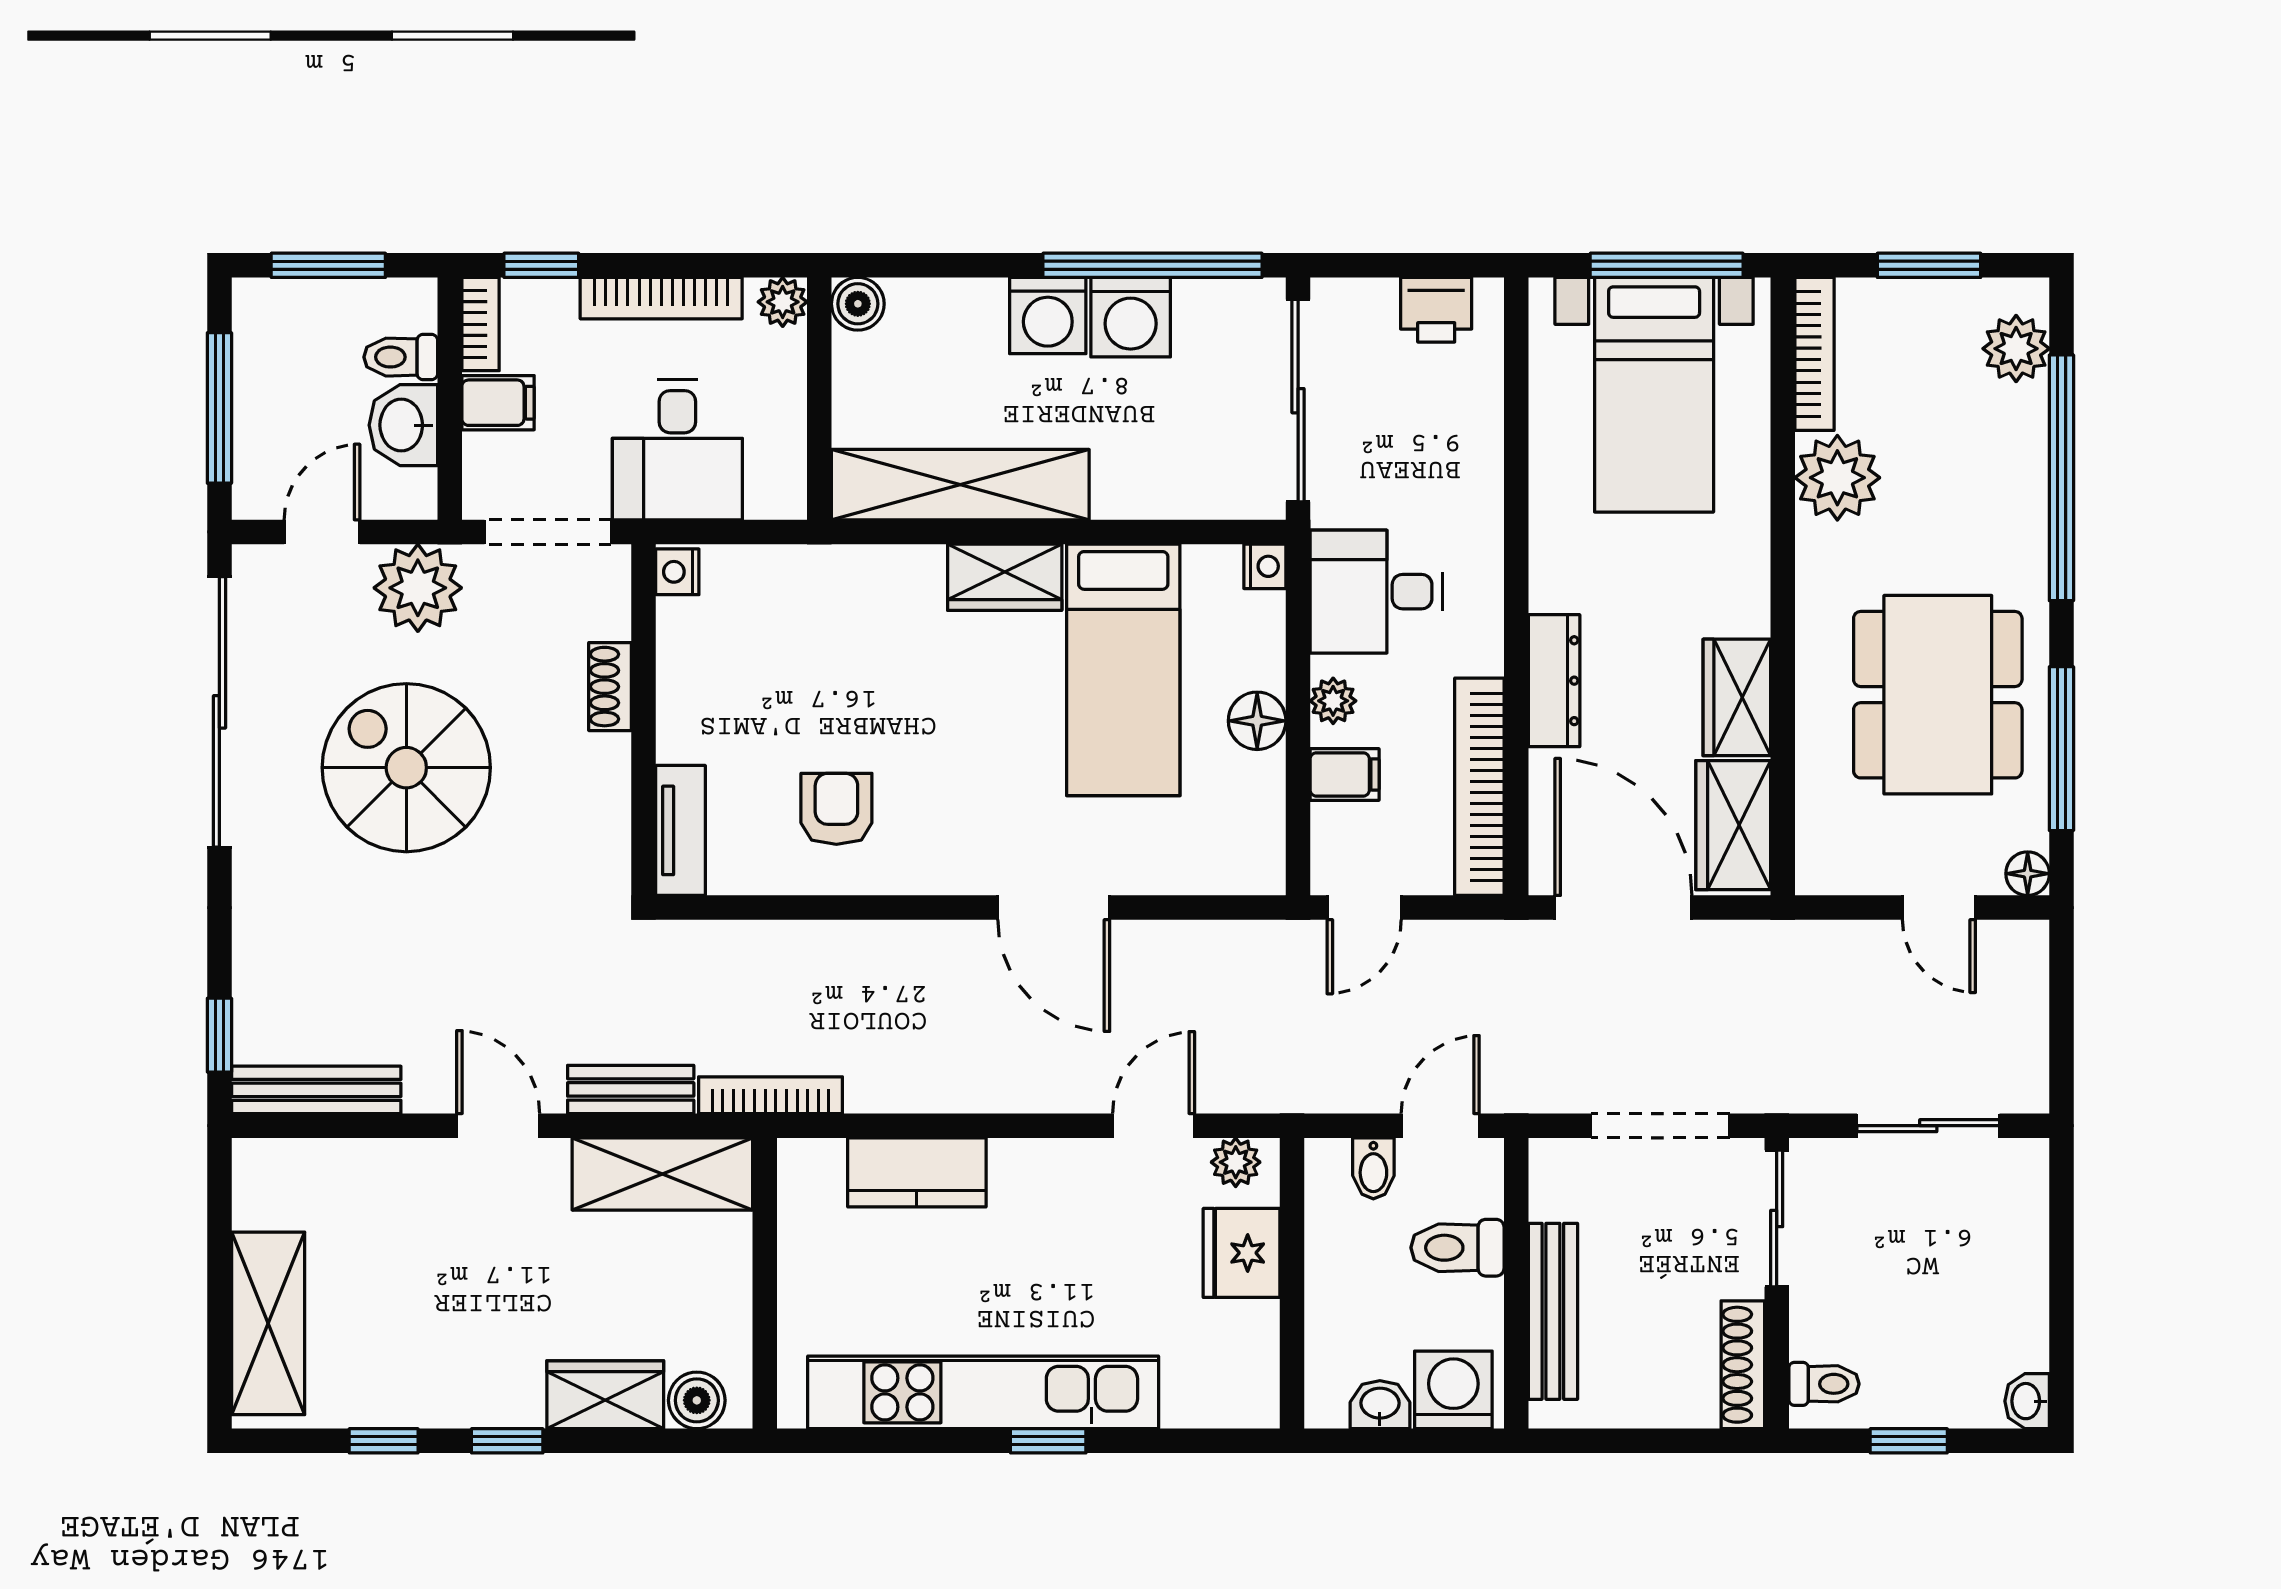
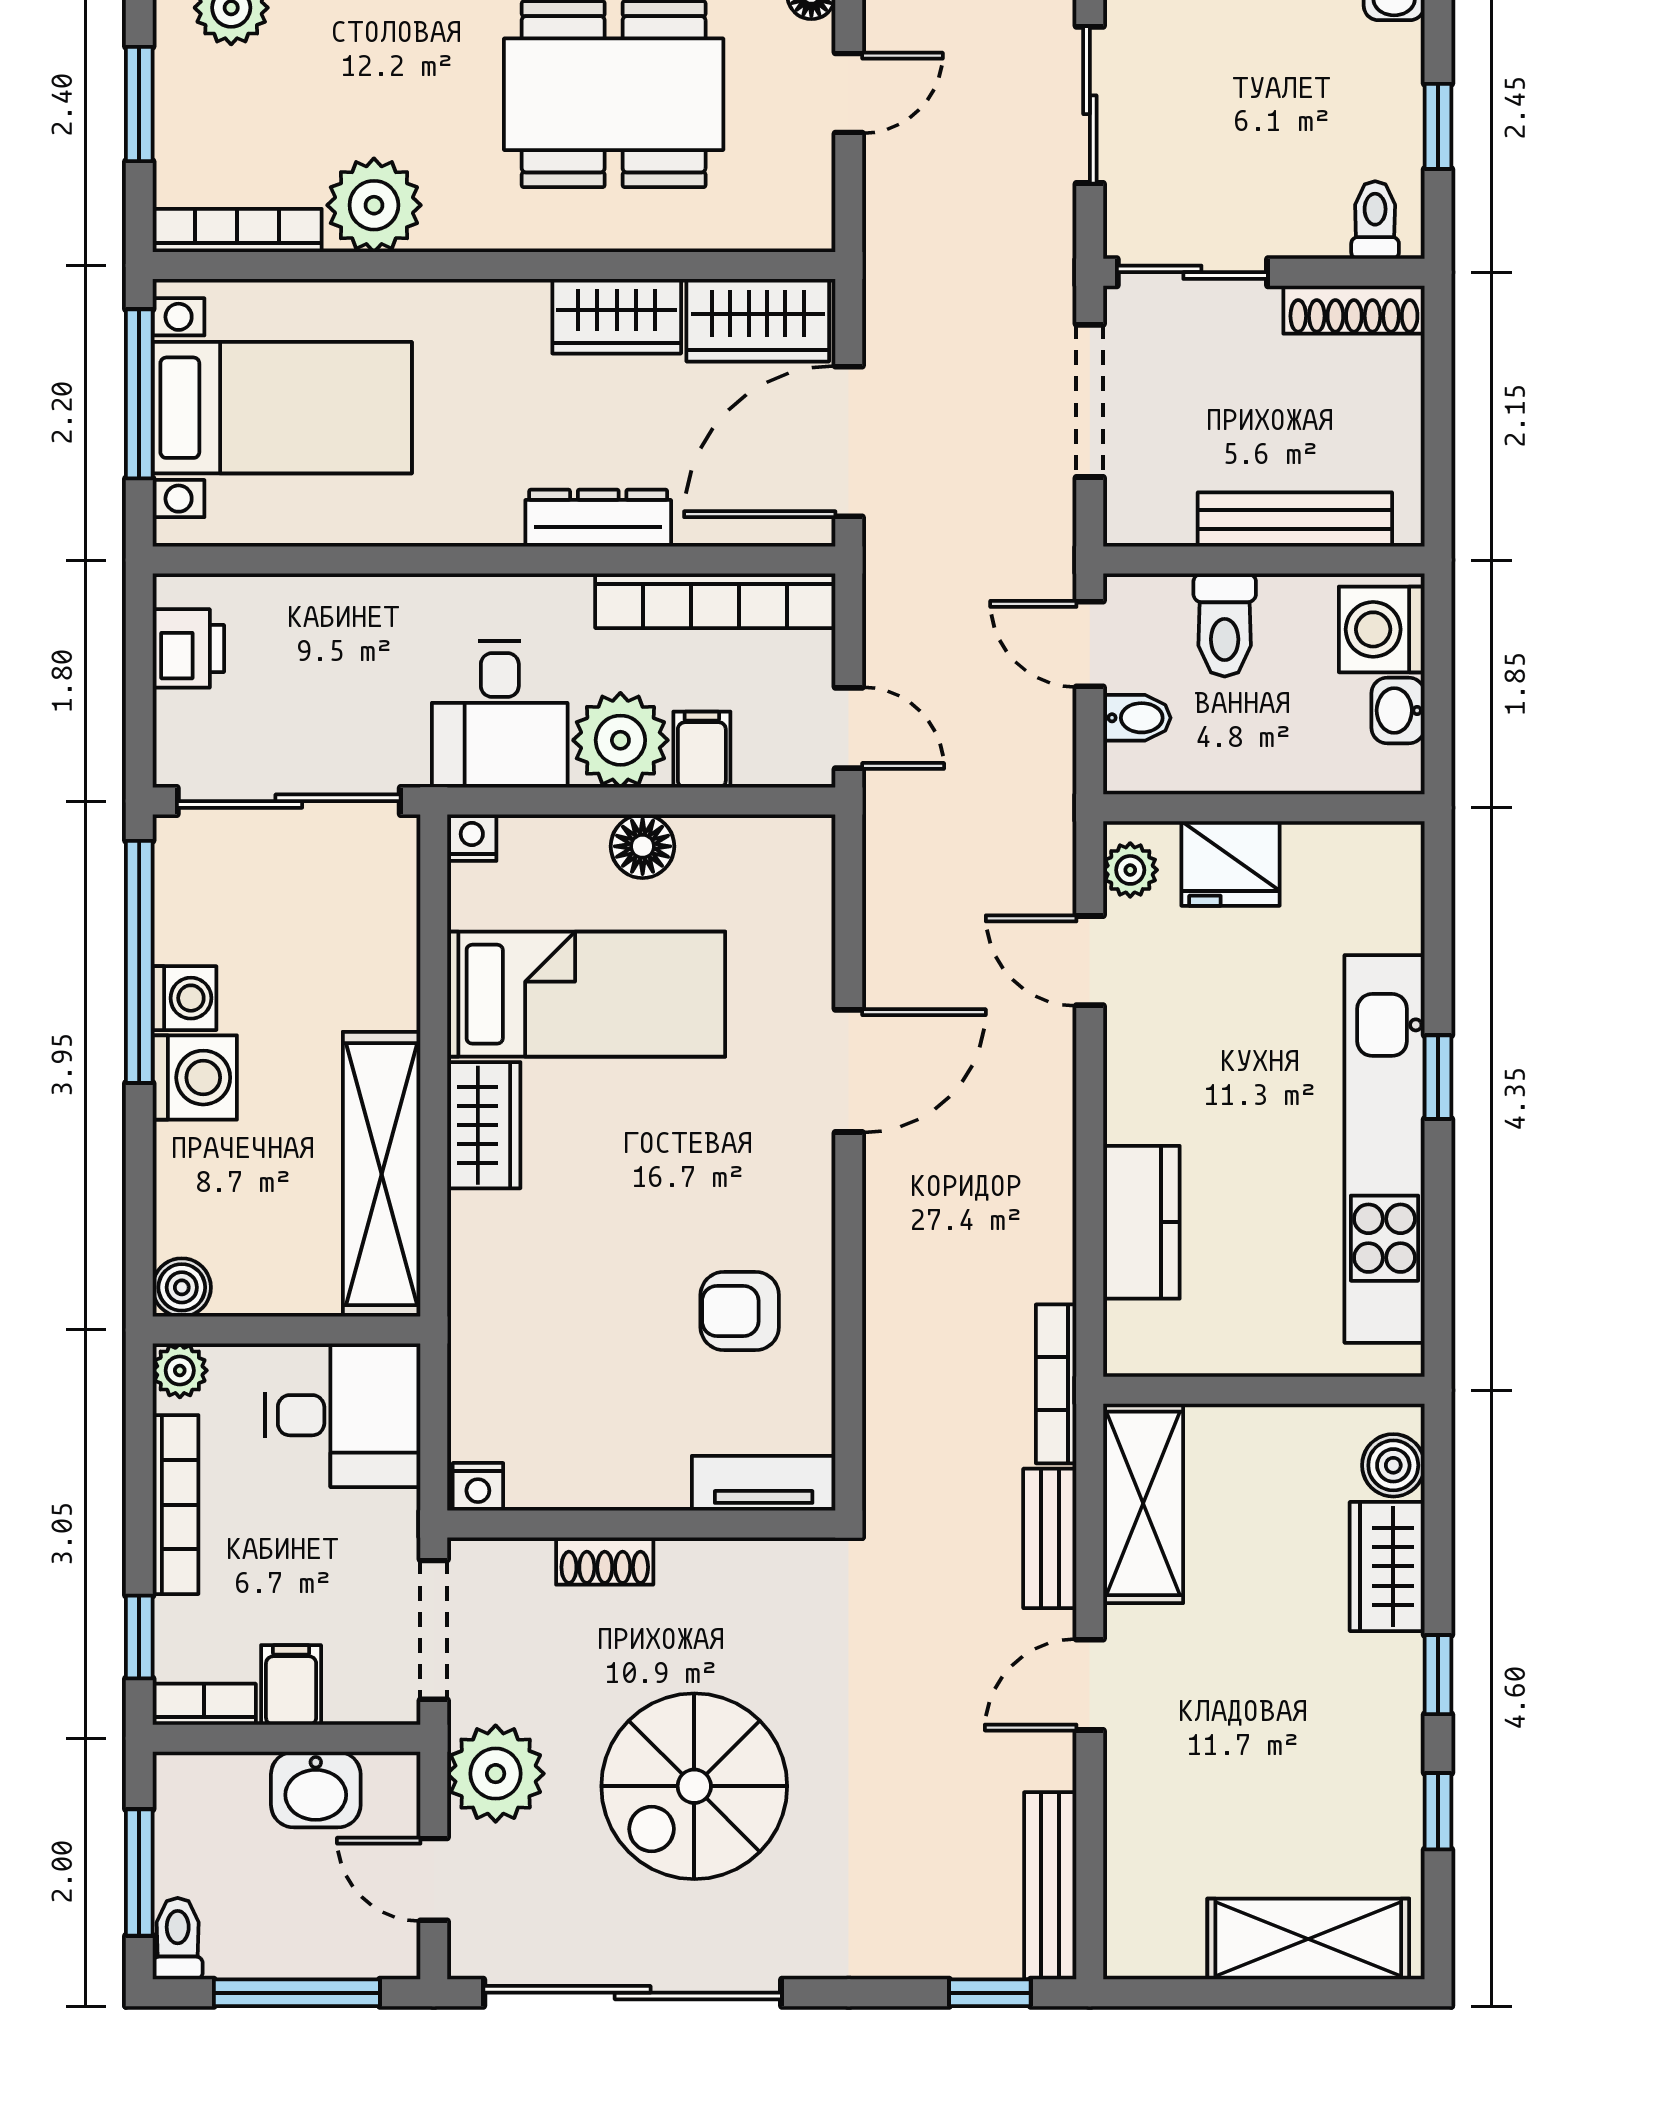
washing machine: (1131, 317) -> (185, 998), width x0.73, depth x0.73
toilet: (401, 357) -> (178, 1939), moved, turned 180
desk: (677, 450) -> (343, 1415), moved
plant: (1333, 701) -> (620, 740), width x1.87, depth x1.87

